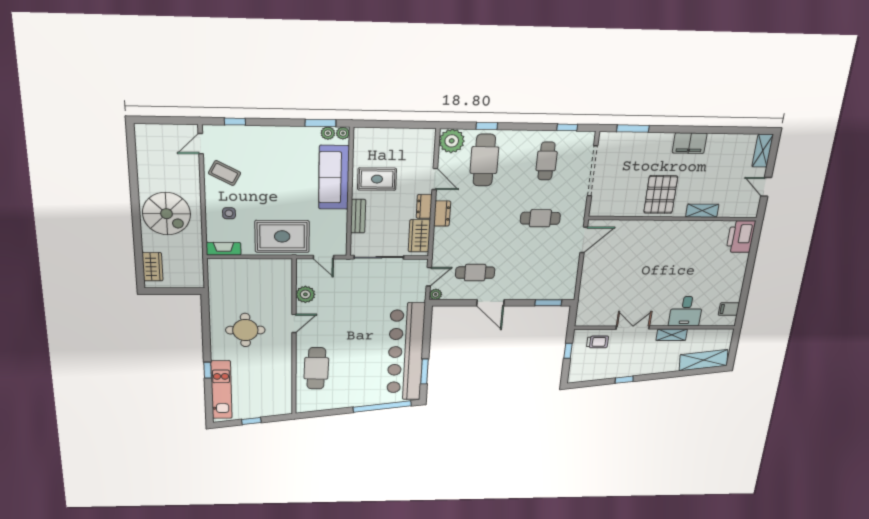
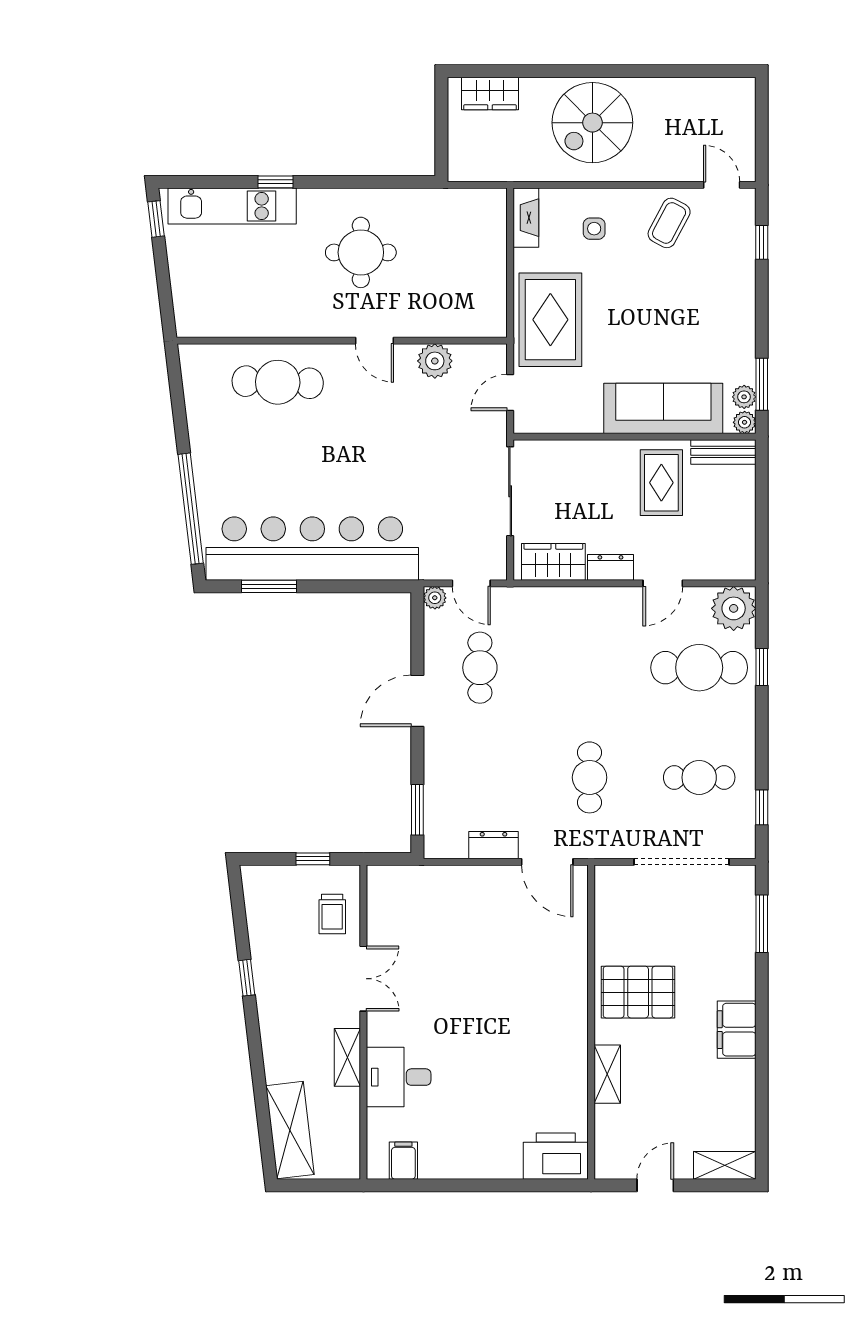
dresser: (442, 213) -> (493, 845), moved, turned 180
bench: (358, 216) -> (723, 452), moved
window: (251, 421) -> (156, 219), moved

